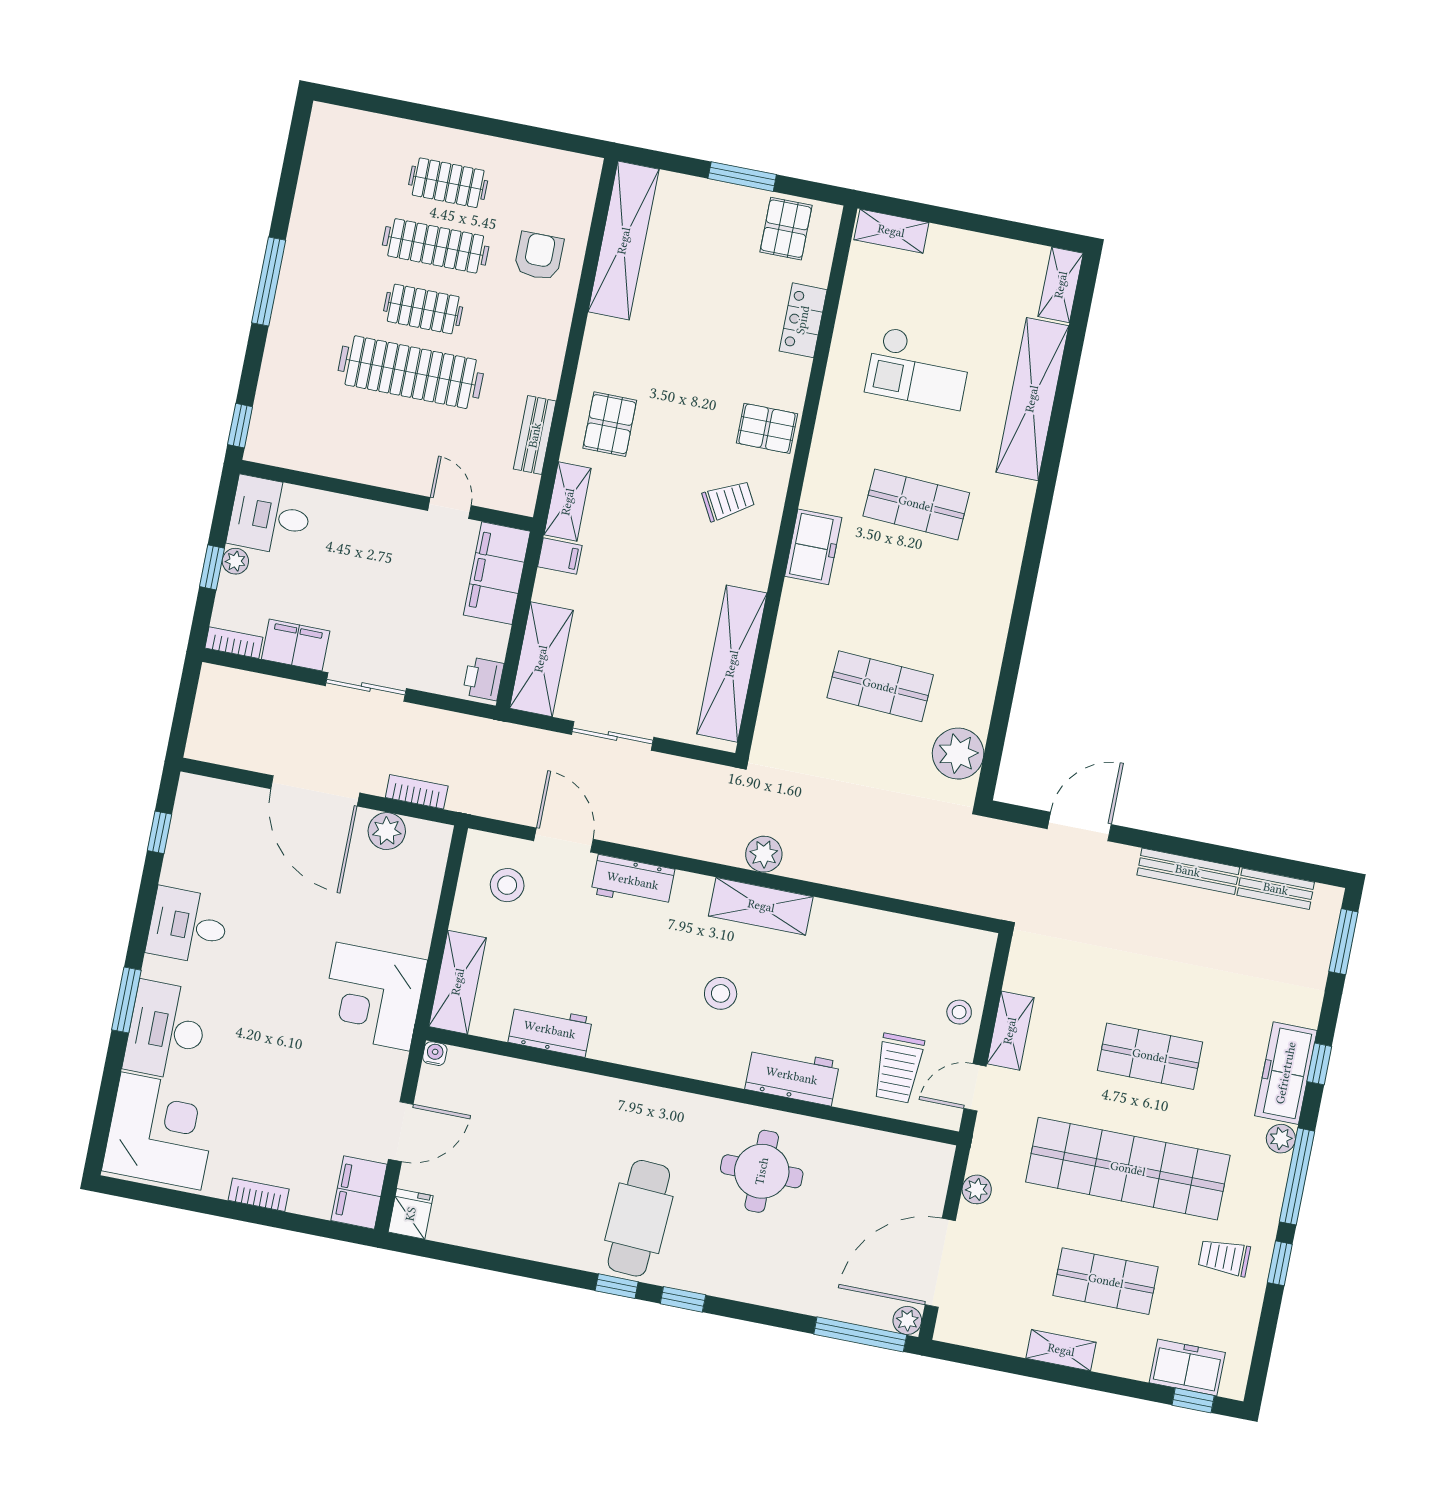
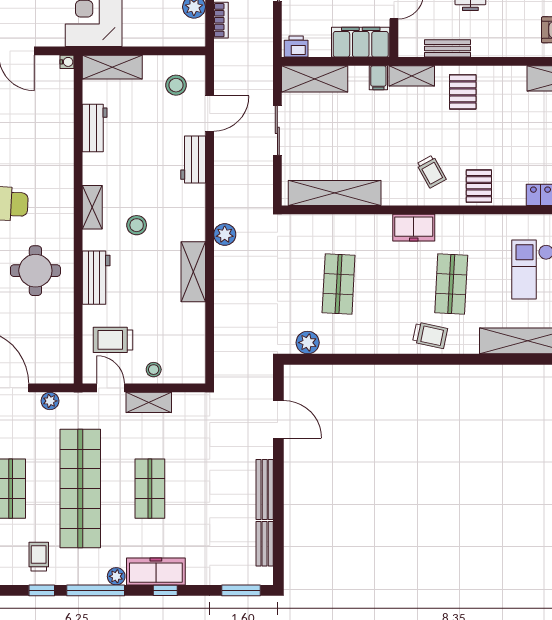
pallet: (610, 424) -> (463, 92), turned 90
trolley: (992, 555) -> (430, 335), added
plant: (958, 754) -> (308, 343), width x0.73, depth x0.73
shelving: (761, 906) -> (193, 272), moved
shelving: (678, 1059) -> (92, 207), added

